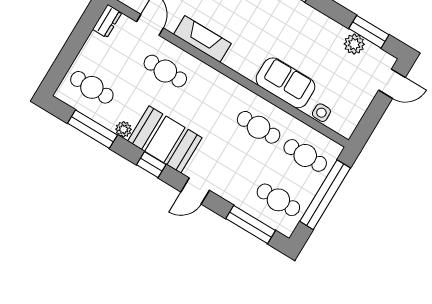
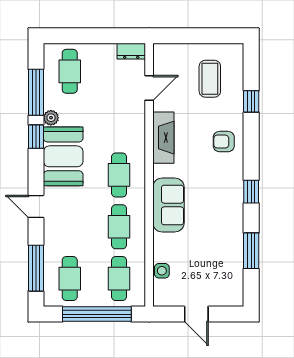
window: (369, 32) -> (251, 251), moved
plant: (354, 44) -> (234, 264), removed
cafe table: (165, 71) -> (119, 175), moved
sofa: (285, 83) -> (168, 205), moved
door: (392, 84) -> (196, 314), moved
window: (151, 165) -> (36, 137), moved

